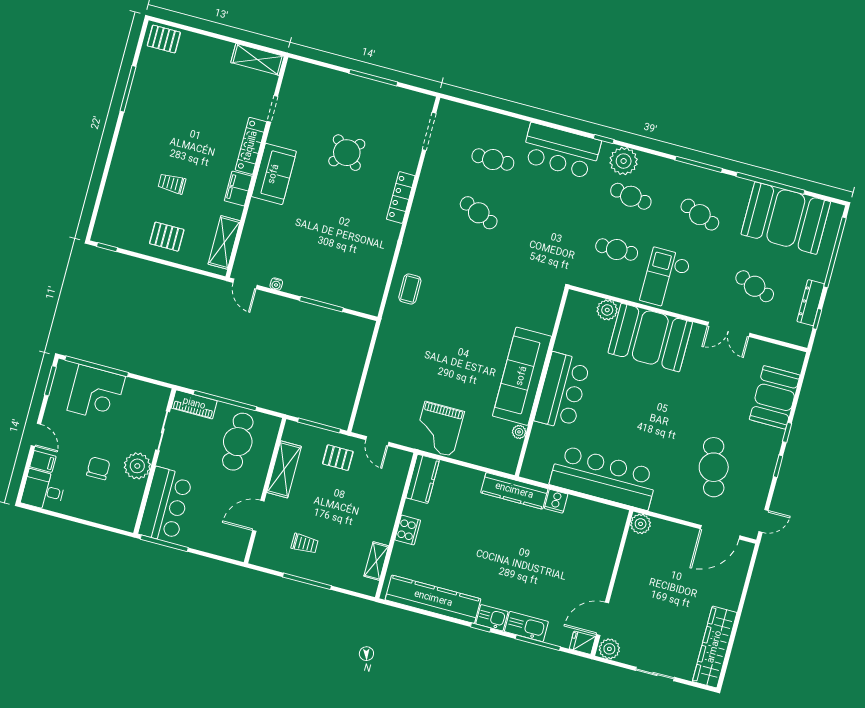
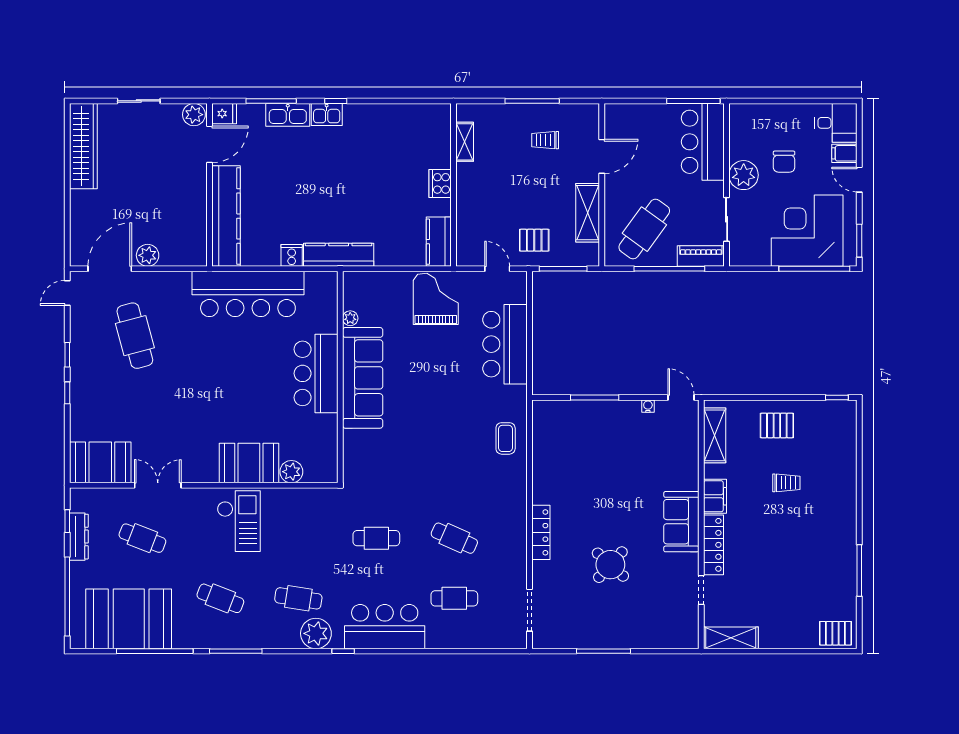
cafe table: (617, 250) -> (376, 538), moved
booth: (650, 338) -> (249, 463), width x0.73, depth x0.70
bar counter: (388, 373) -> (505, 344), added
corner desk: (96, 393) -> (807, 231), width x1.36, depth x1.36
booth: (775, 397) -> (100, 462), moved, turned 90
cafe table: (238, 442) -> (644, 229), turned 36
plant: (641, 524) -> (148, 255), moved
kitchen counter: (433, 599) -> (226, 216), moved, turned -90

